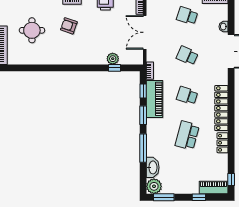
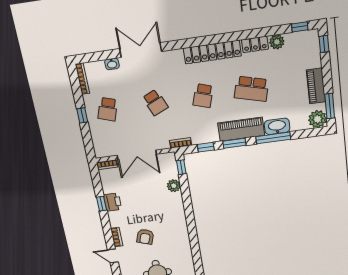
school desk: (187, 56) -> (155, 102), turned -48
window: (115, 68) -> (181, 167), moved
piano: (154, 99) -> (241, 129), moved
plant: (222, 160) -> (277, 42), added
washbasin: (153, 167) -> (277, 126), moved
piano: (214, 188) -> (316, 86), moved
window: (199, 197) -> (324, 44), moved

